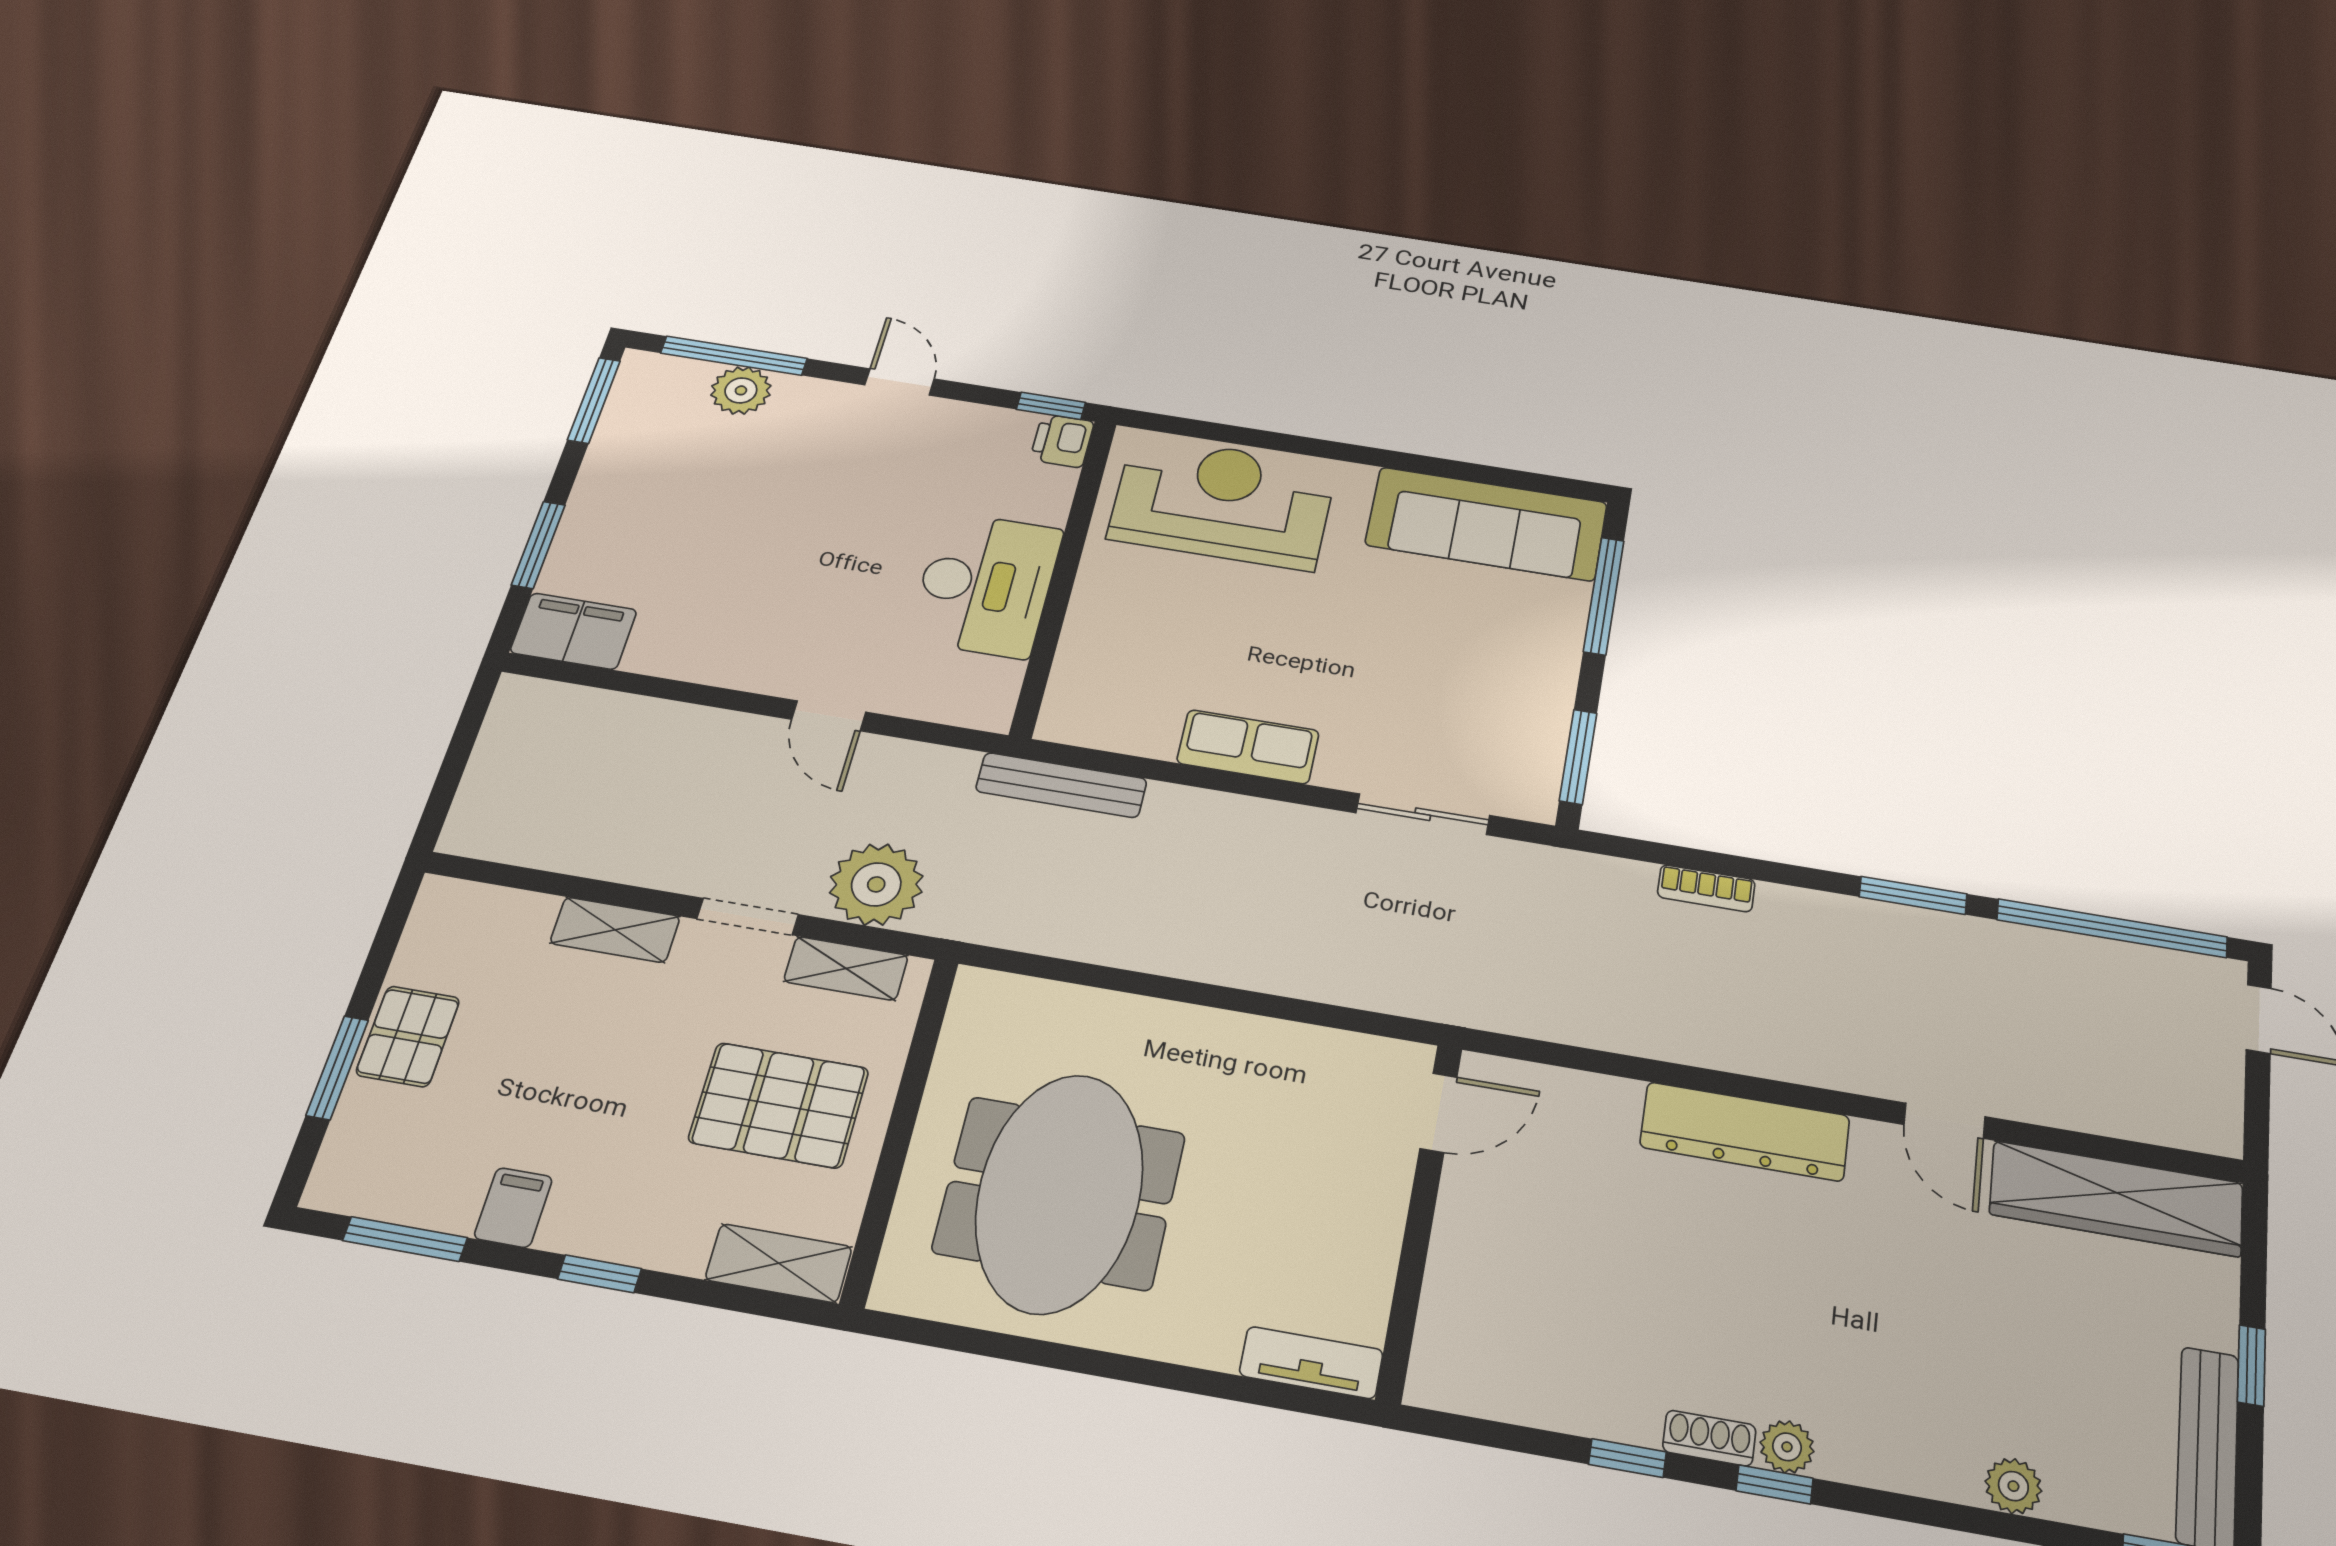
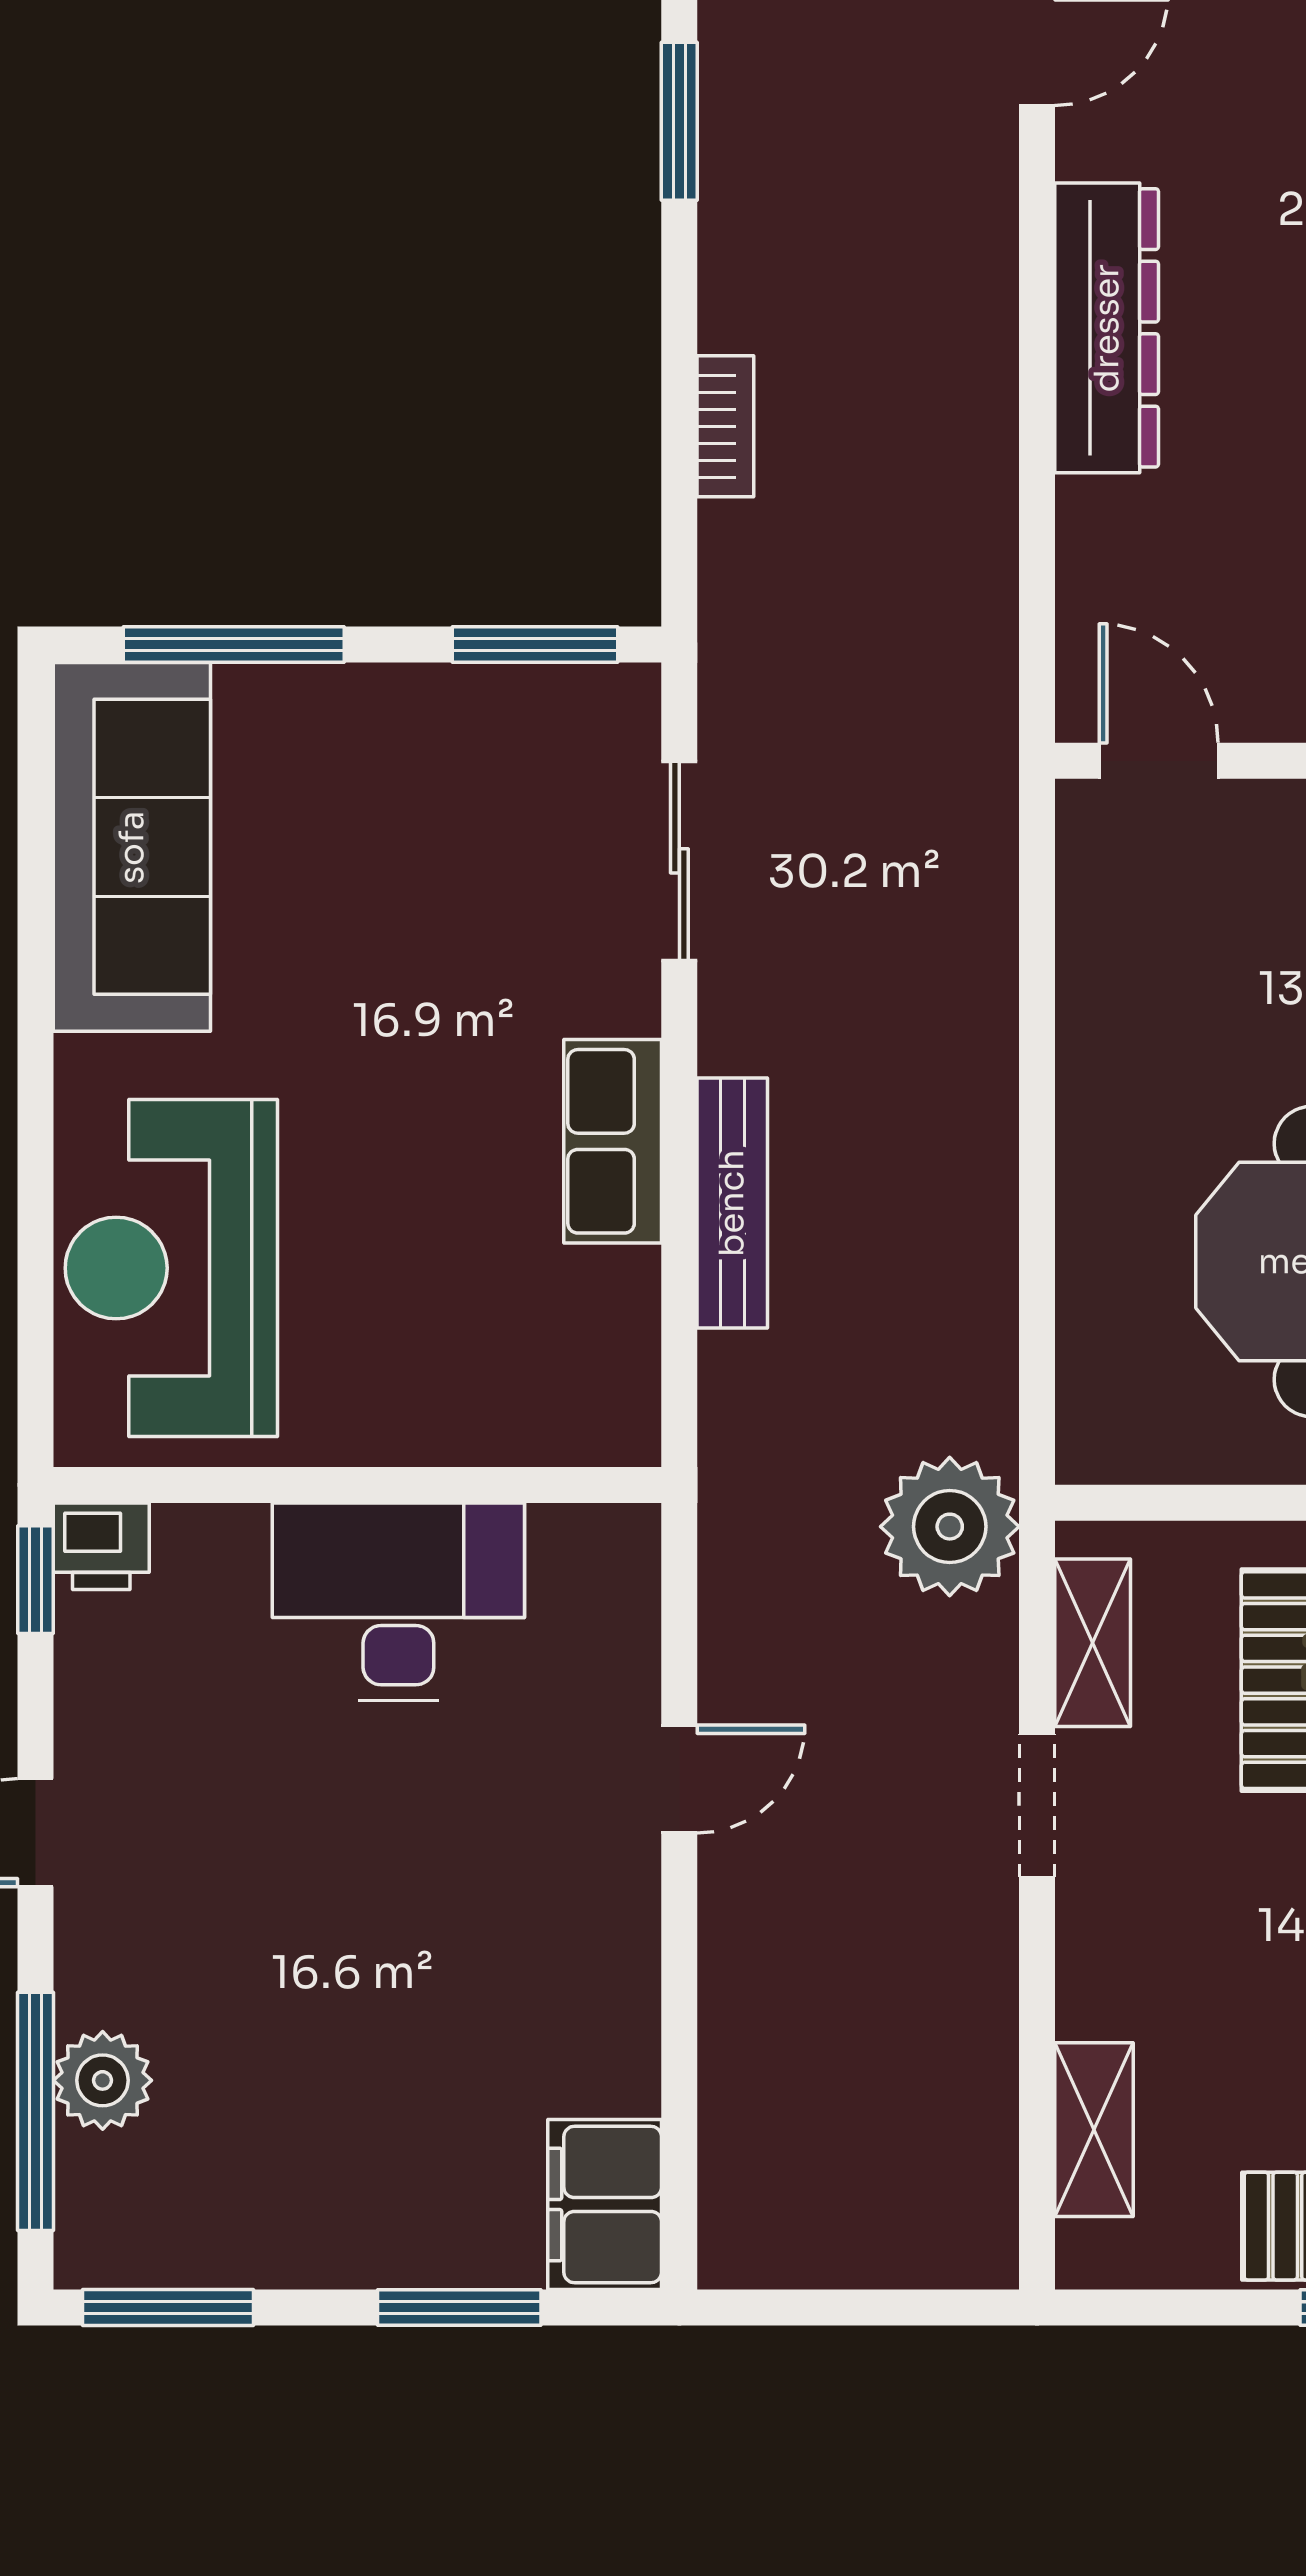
bench: (1061, 785) -> (732, 1203), moved
plant: (876, 884) -> (950, 1527), moved
shelving: (615, 930) -> (1094, 2130), moved

